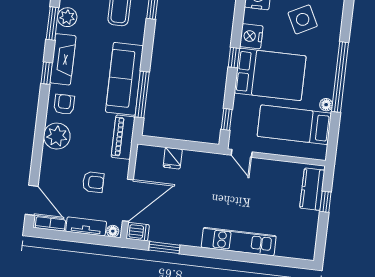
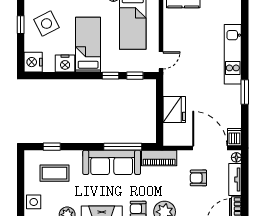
window: (234, 58) -> (111, 76), moved
bed: (270, 74) -> (88, 45), width x0.67
fridge: (173, 158) -> (174, 110), width x1.88, depth x1.34
armchair: (93, 182) -> (198, 178), turned -90
window: (164, 248) -> (245, 92), moved

